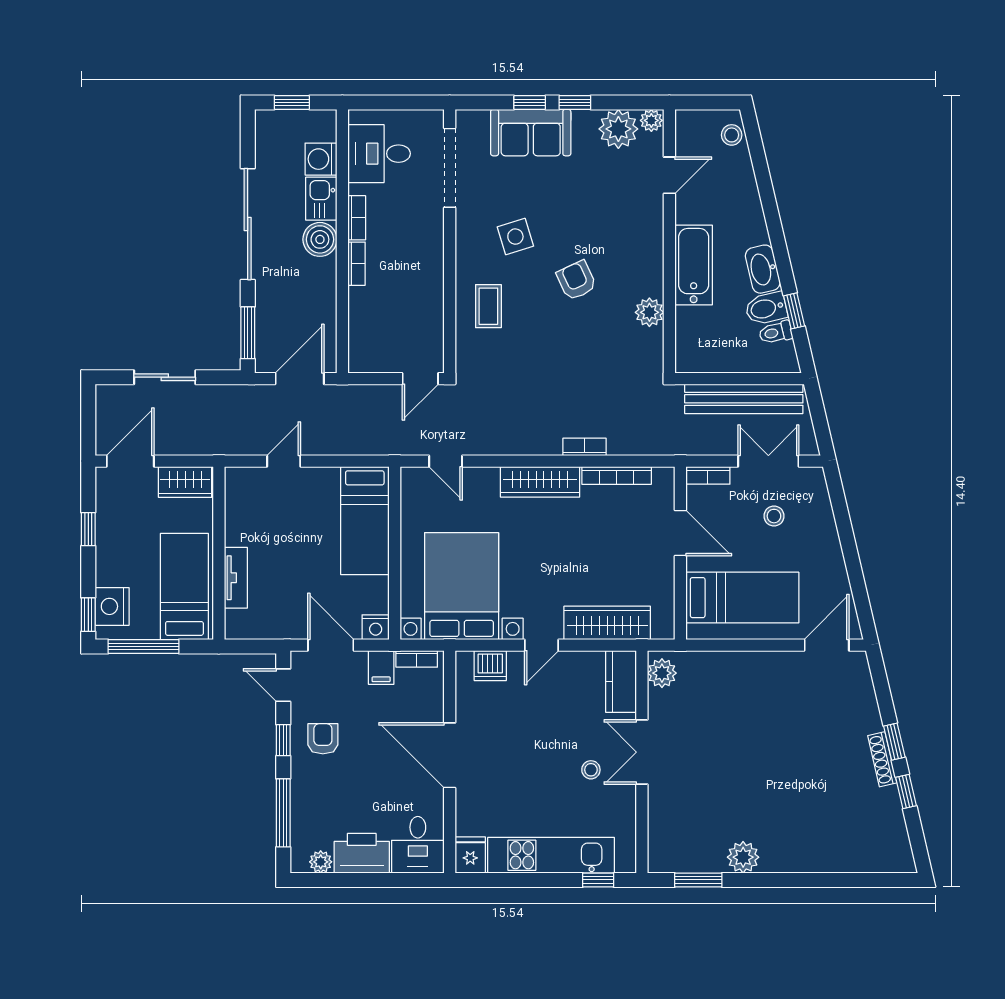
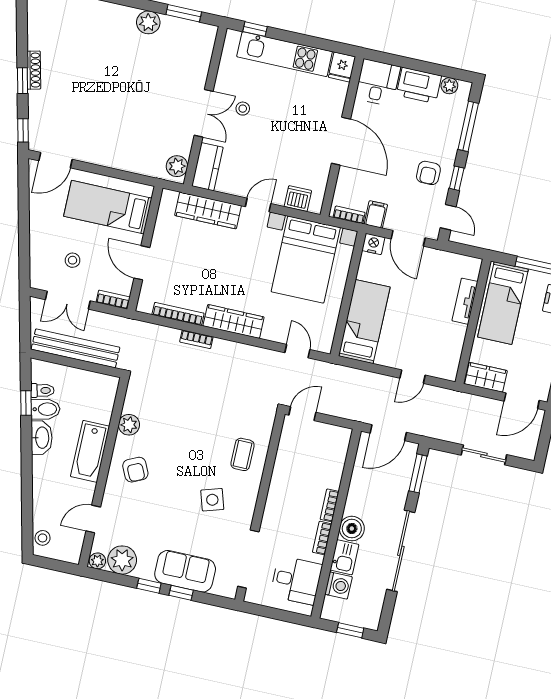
armchair: (576, 280) -> (135, 470), moved
window: (906, 792) -> (23, 130), moved

